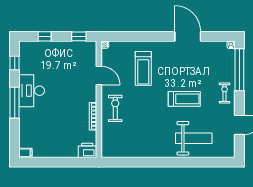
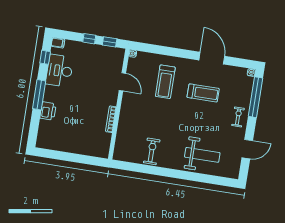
window: (45, 36) -> (89, 39), moved
desk: (32, 91) -> (60, 71), moved
treadmill: (184, 99) -> (203, 93), moved
exercise bike: (115, 108) -> (152, 151), moved
printer: (87, 150) -> (48, 111), moved, turned 90
filing cabinet: (25, 153) -> (58, 43), moved

